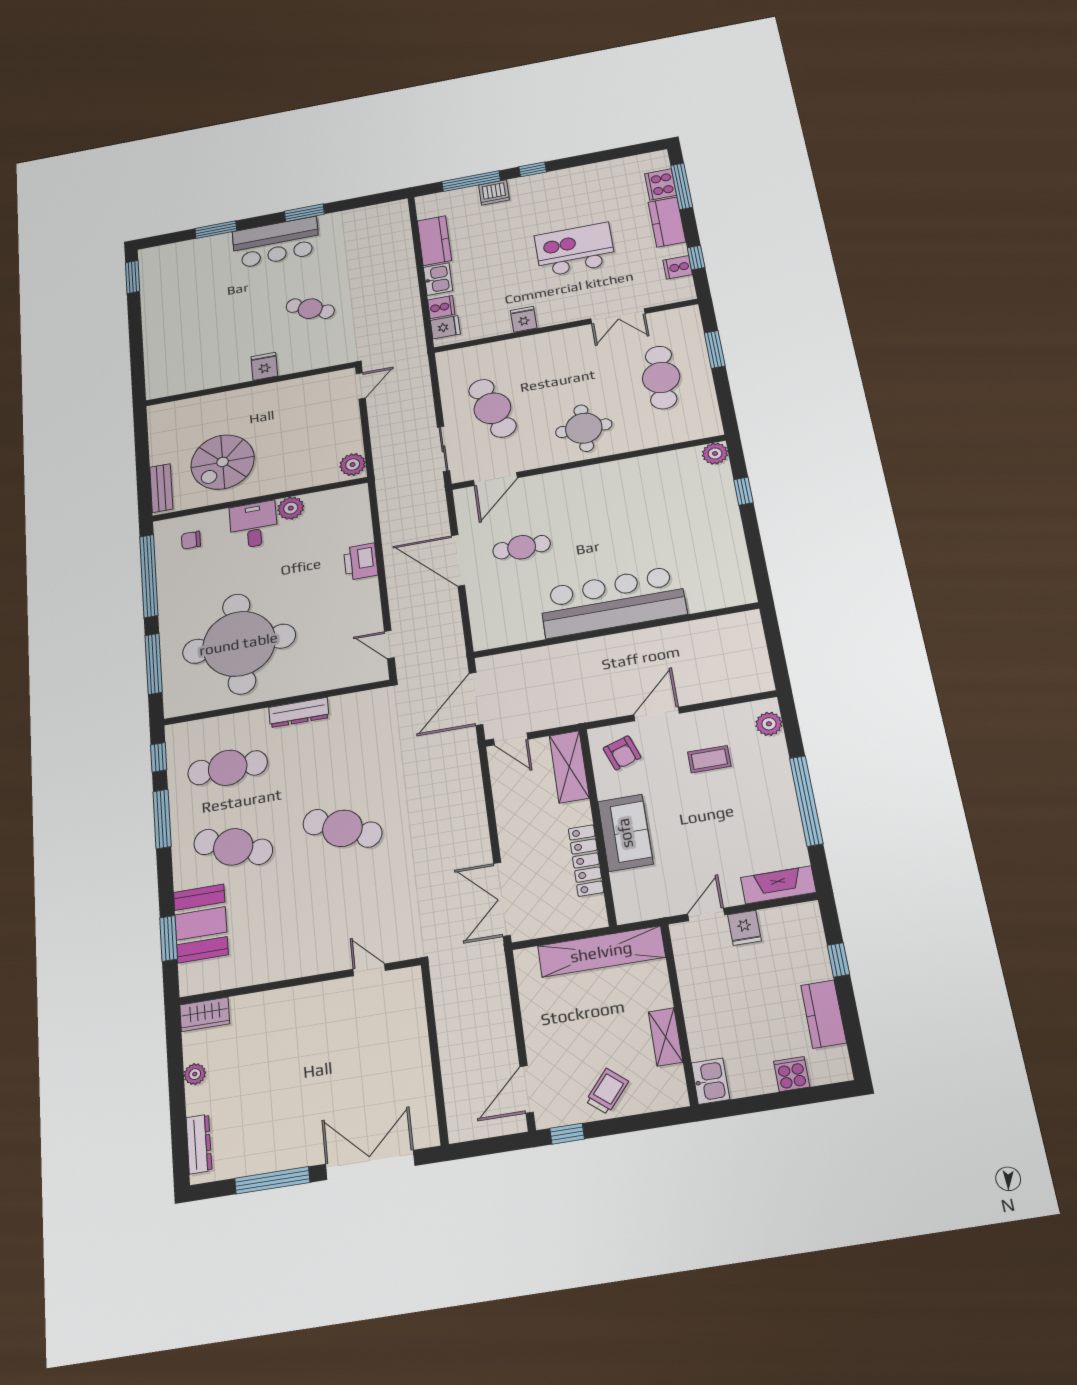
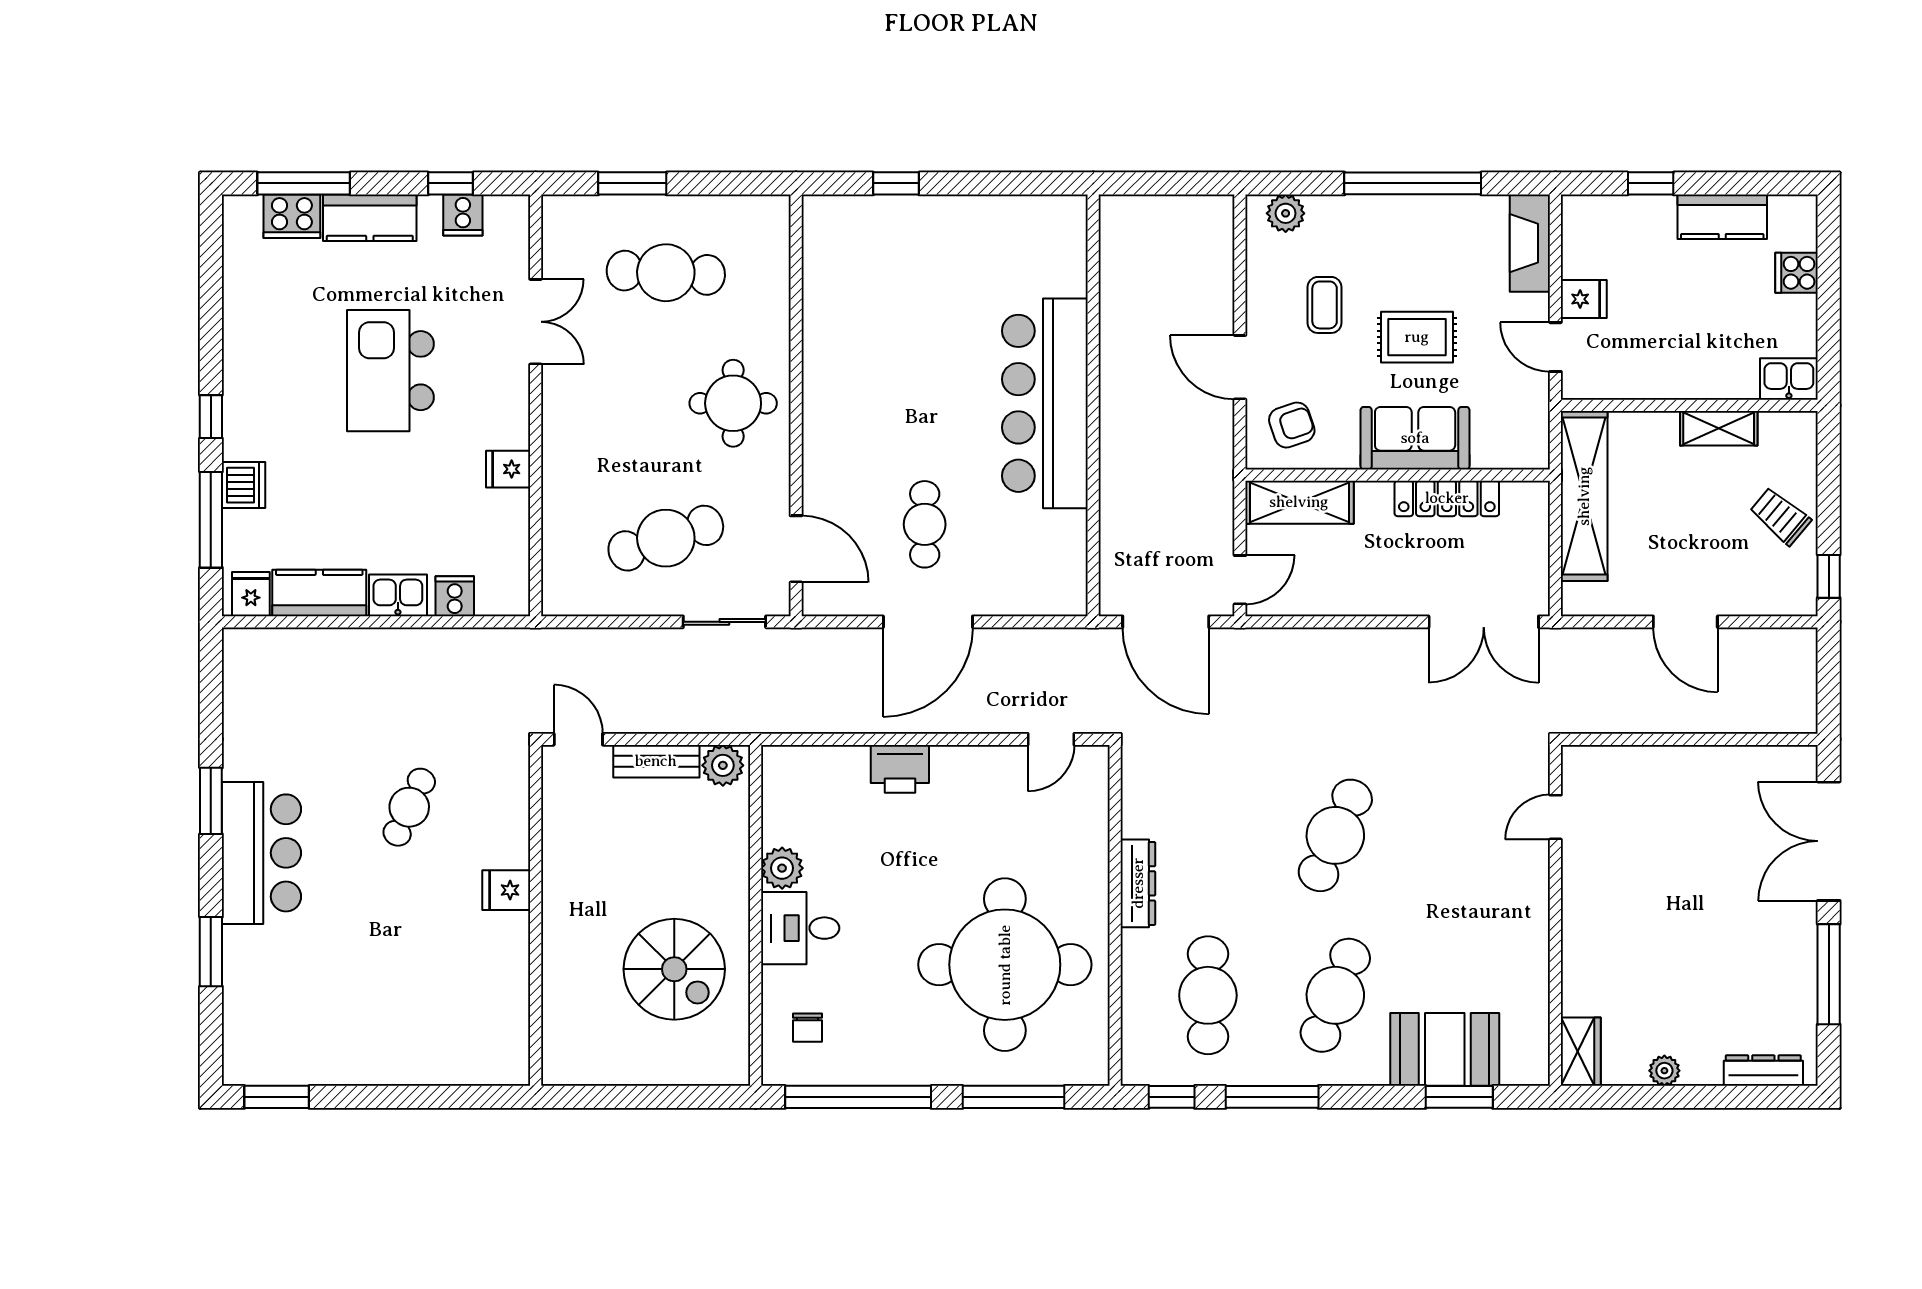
fridge: (445, 327) -> (251, 594), moved
plant: (715, 453) -> (821, 214), removed
bench: (161, 488) -> (656, 761), moved
rug: (697, 822) -> (1417, 337), added
door: (527, 1089) -> (1685, 622), moved

